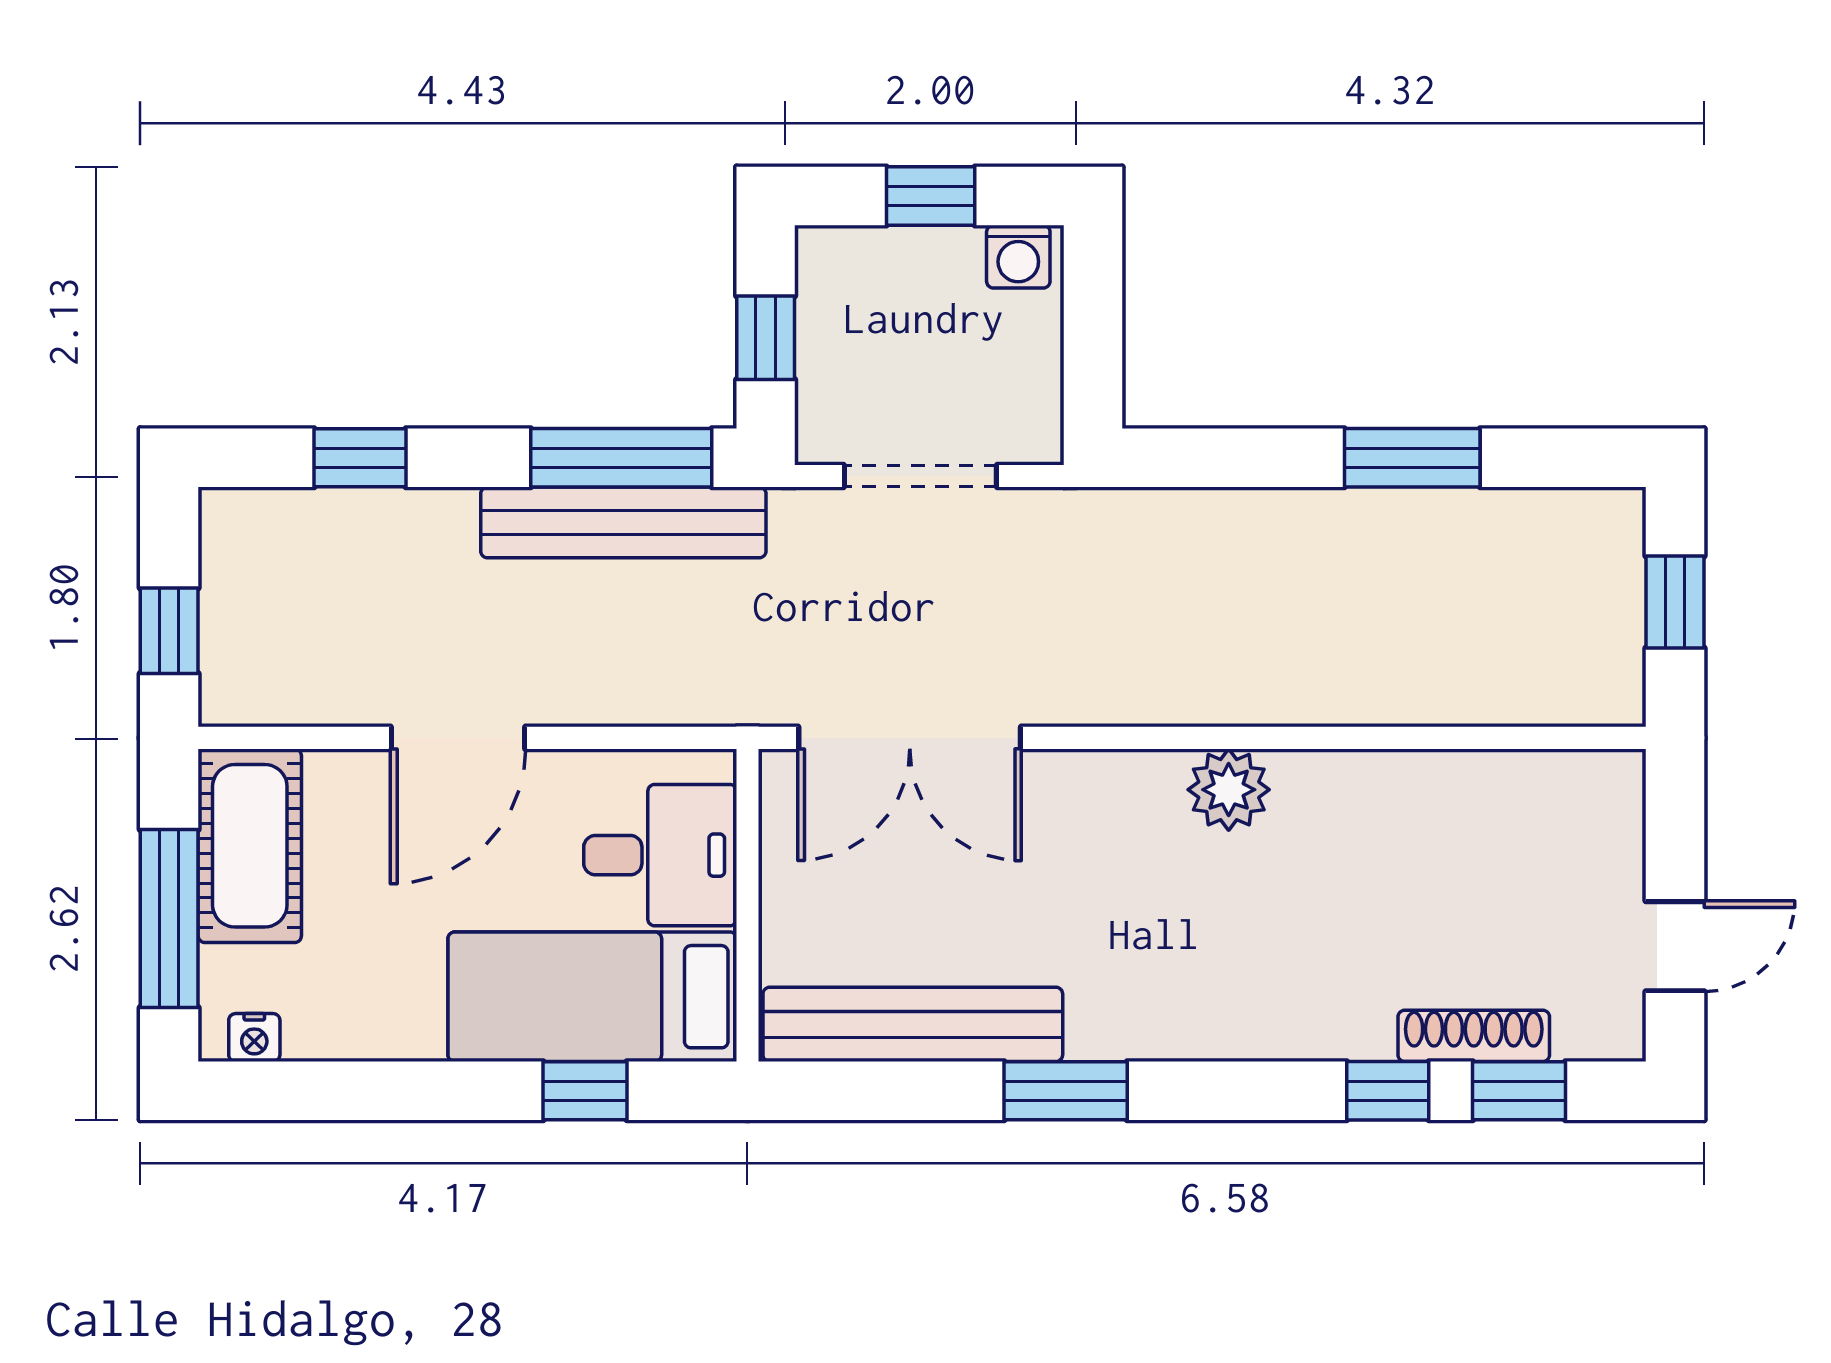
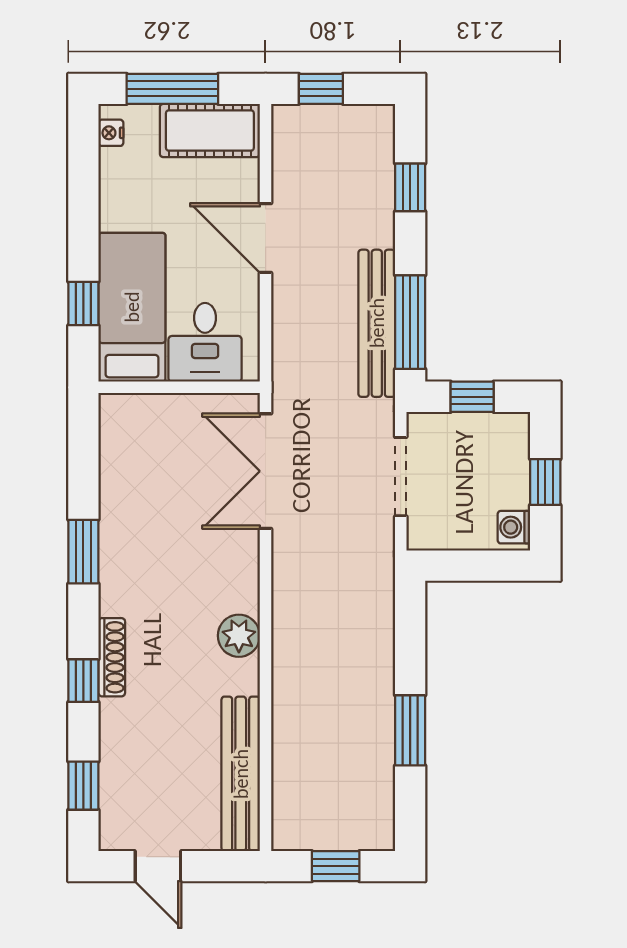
bench: (913, 1024) -> (241, 774), moved
shoe rack: (1474, 1036) -> (112, 657), moved
window: (1388, 1091) -> (83, 681), moved

